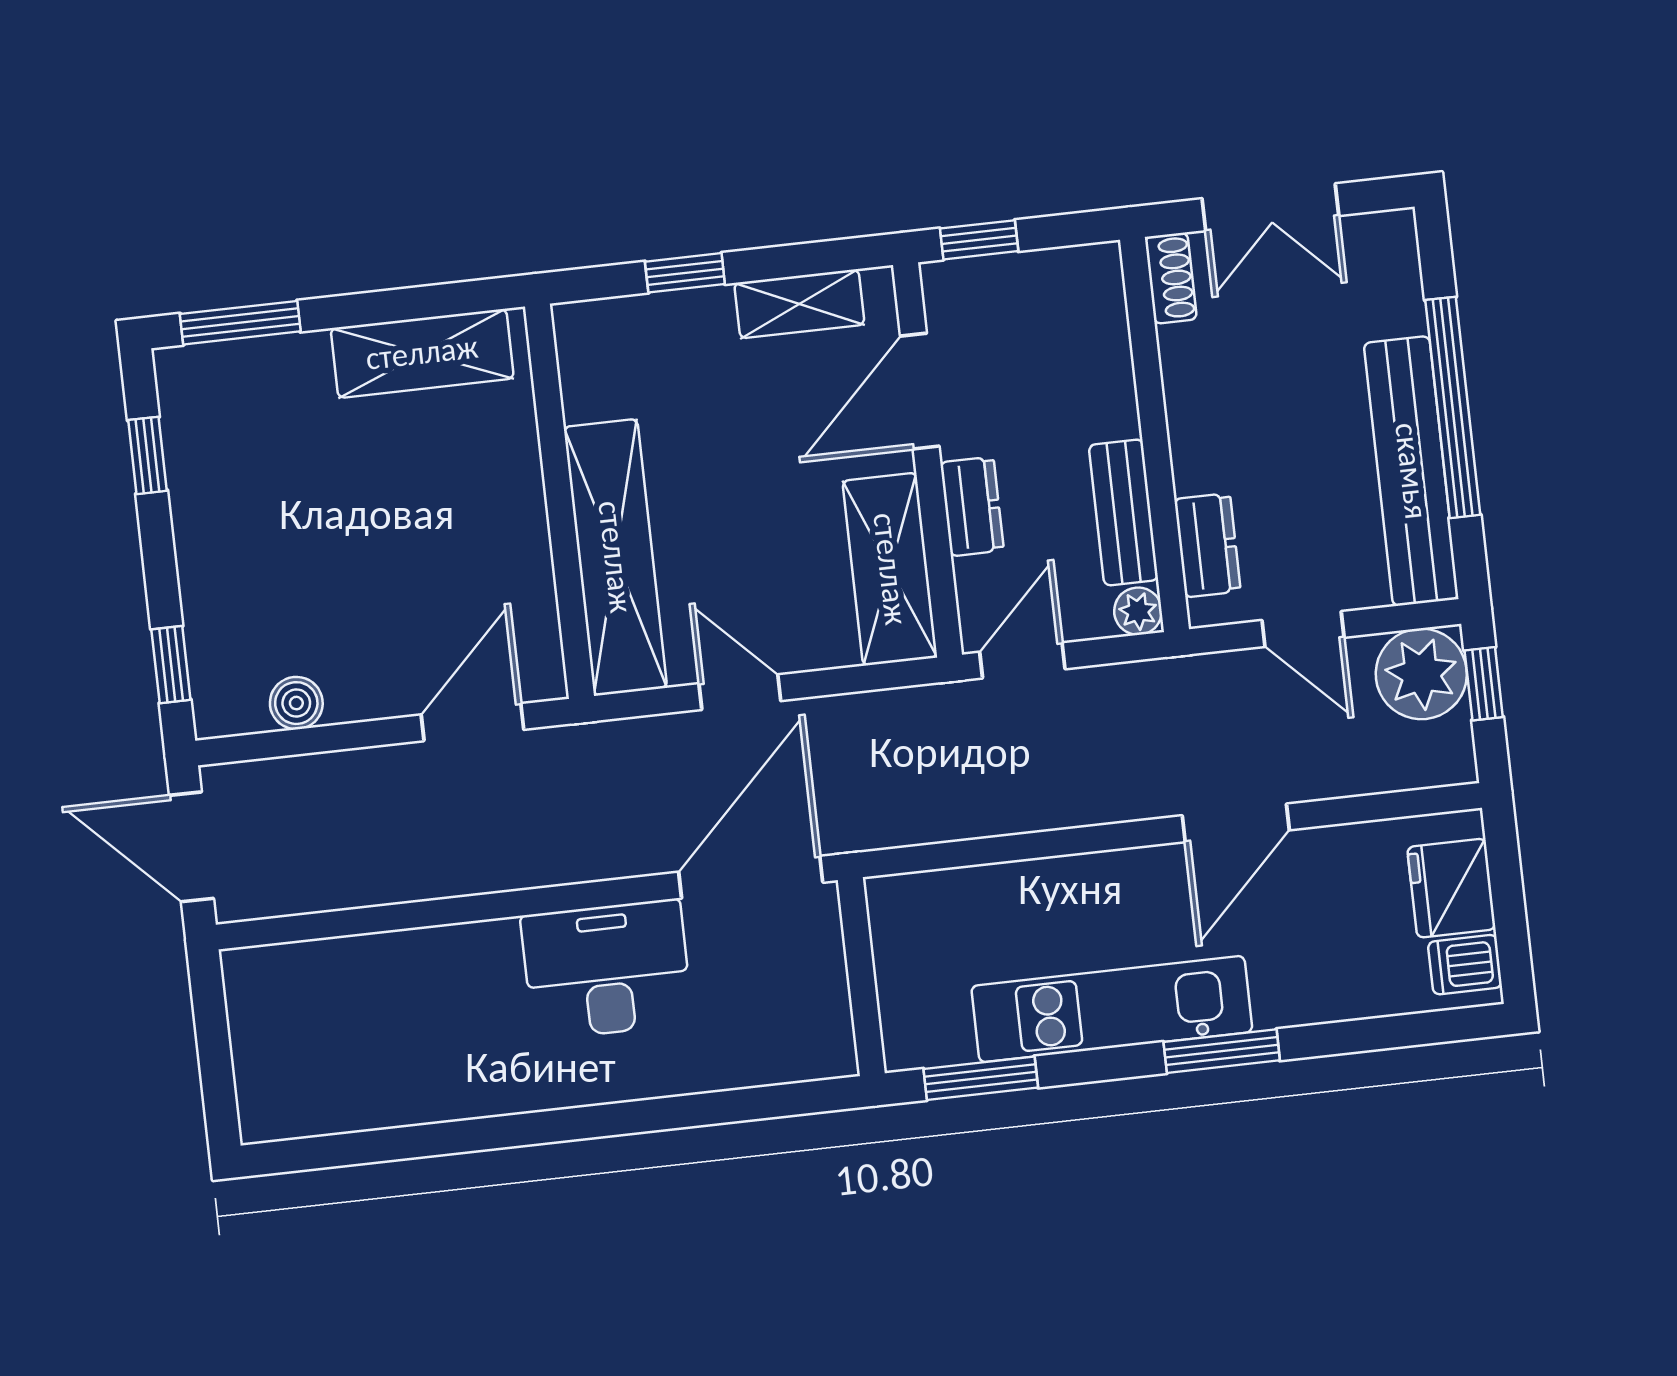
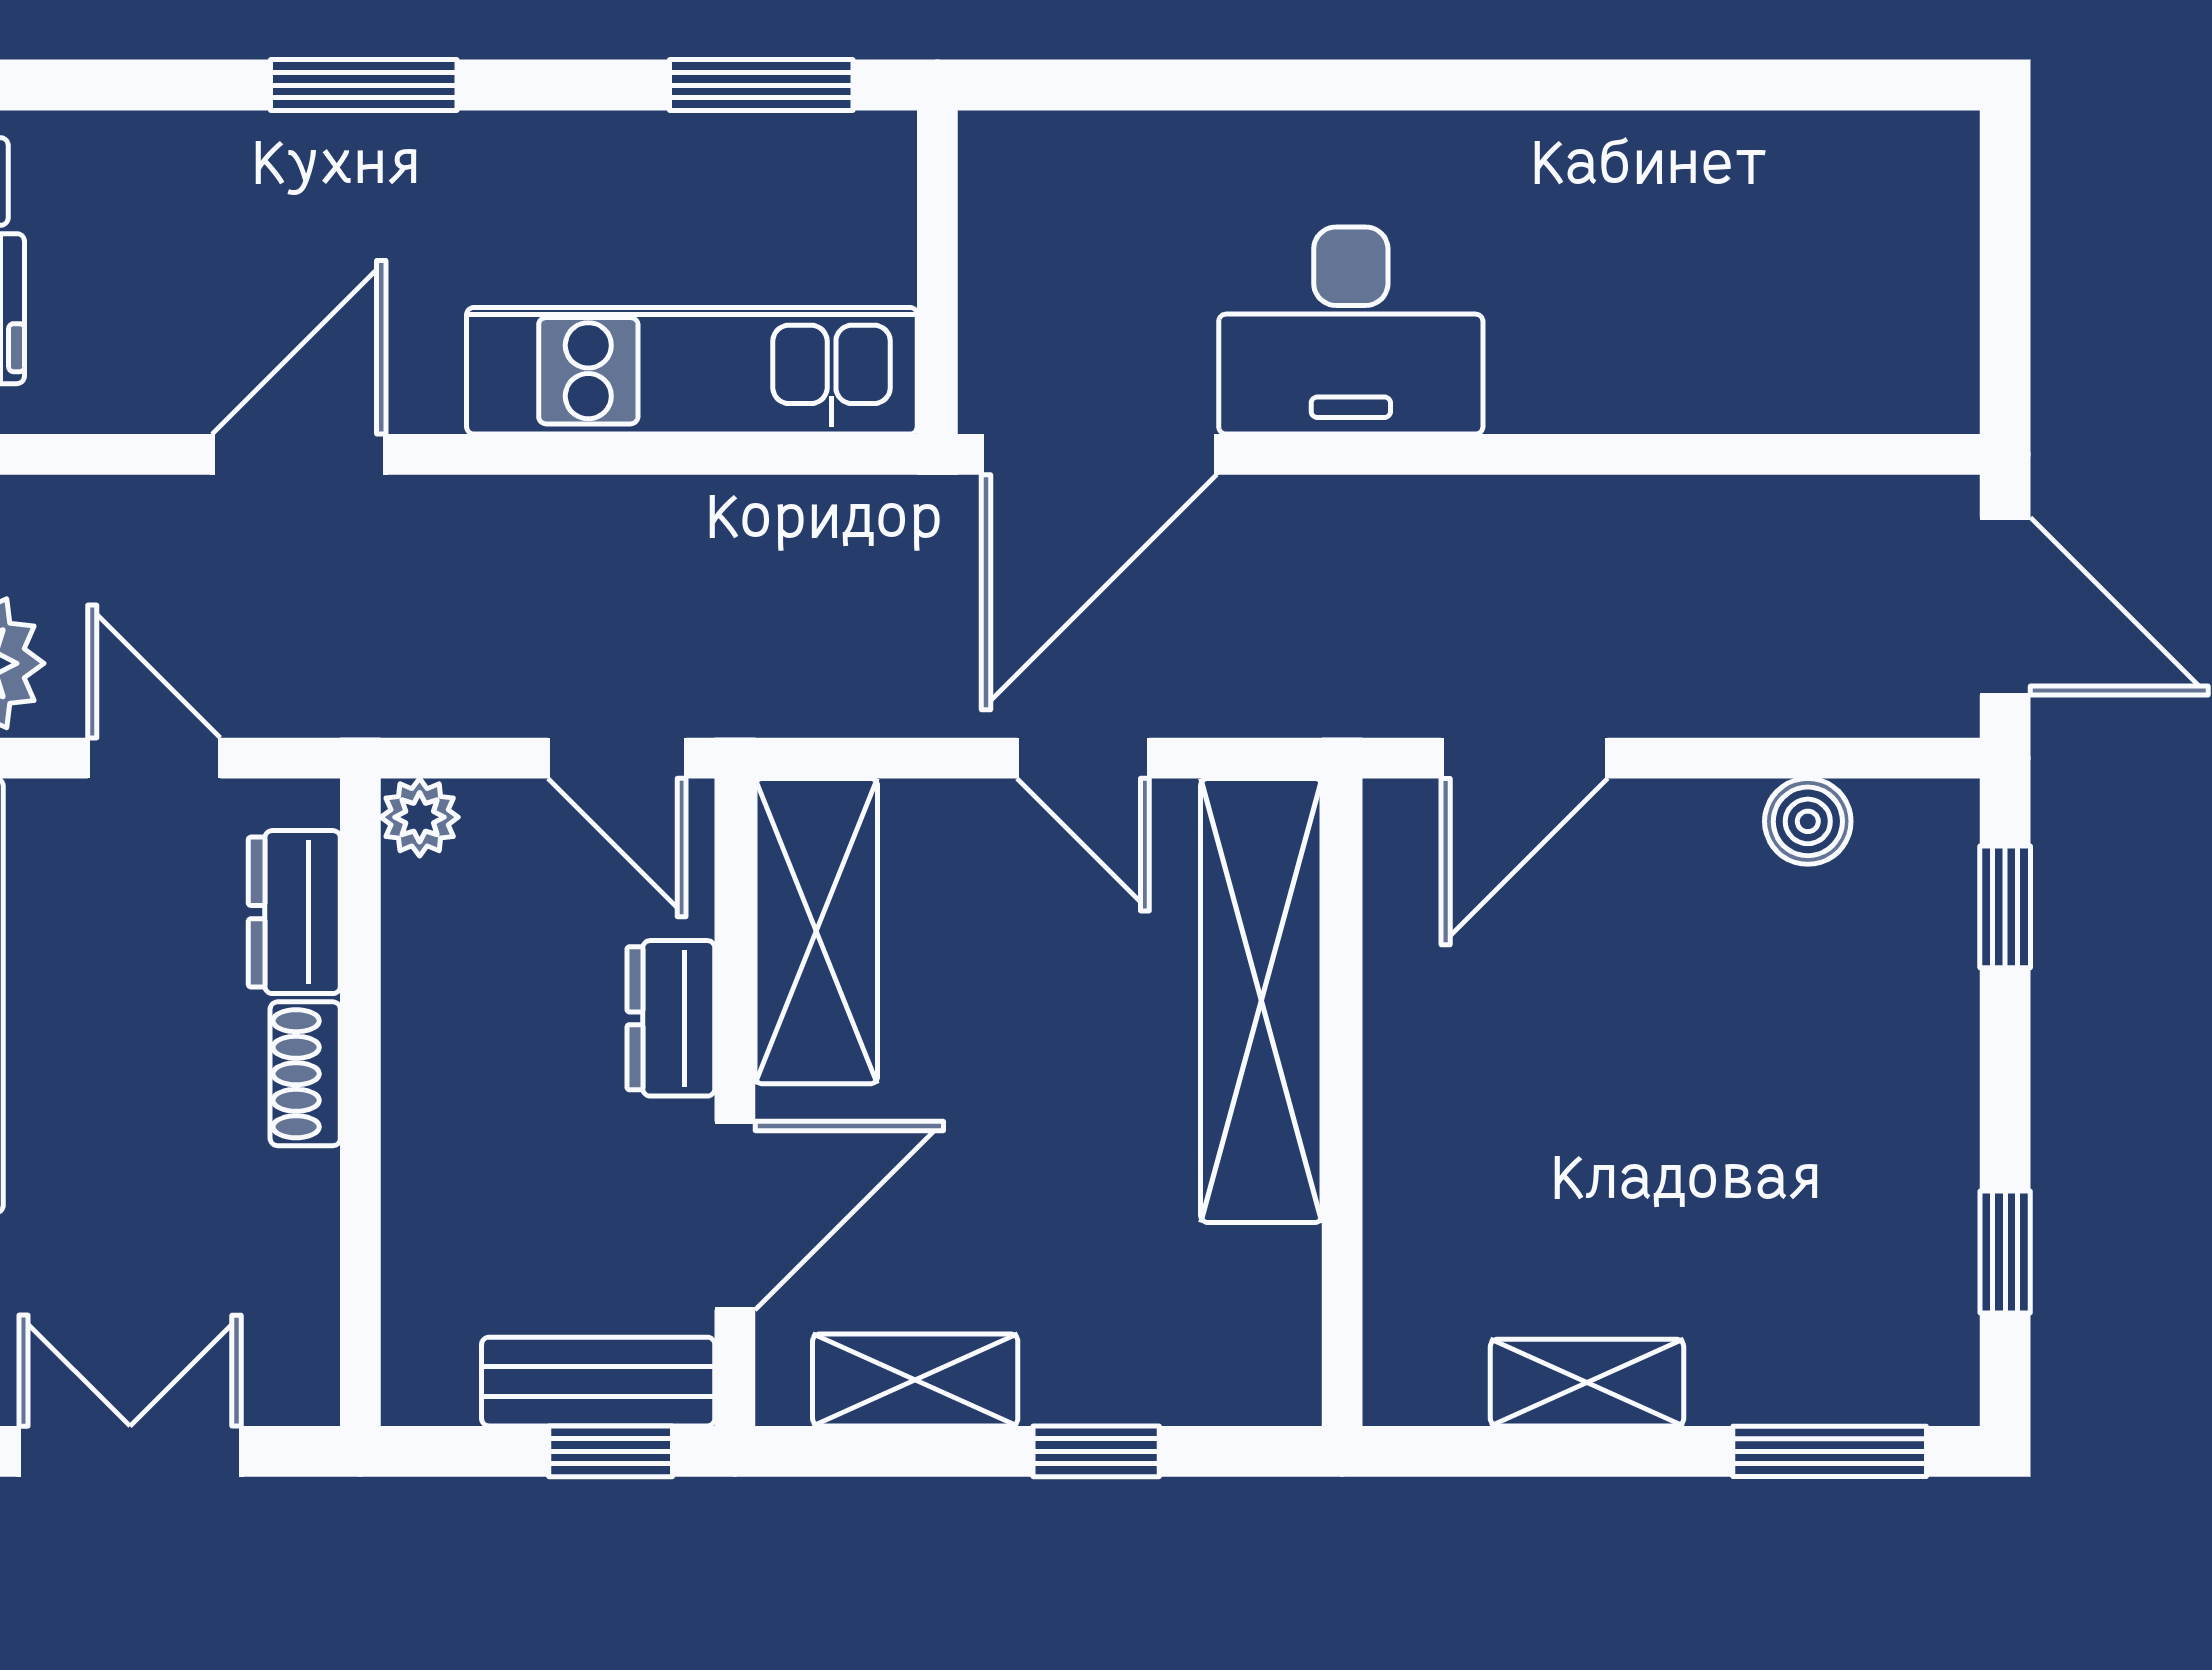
shoe rack: (1171, 278) -> (305, 1074), moved
shelving: (422, 353) -> (1587, 1383), width x0.67, depth x0.75
bench: (1124, 512) -> (598, 1382), moved, turned 90
door: (1022, 660) -> (617, 758), hinge flipped
kitchen unit: (1112, 1009) -> (692, 371), moved, turned 180

